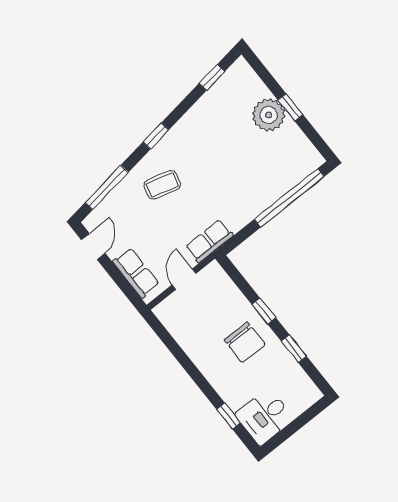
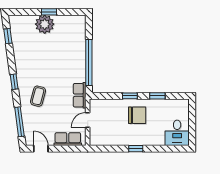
window: (289, 198) -> (89, 62), moved
door: (184, 279) -> (88, 120), hinge flipped
window: (229, 416) -> (136, 149), moved

